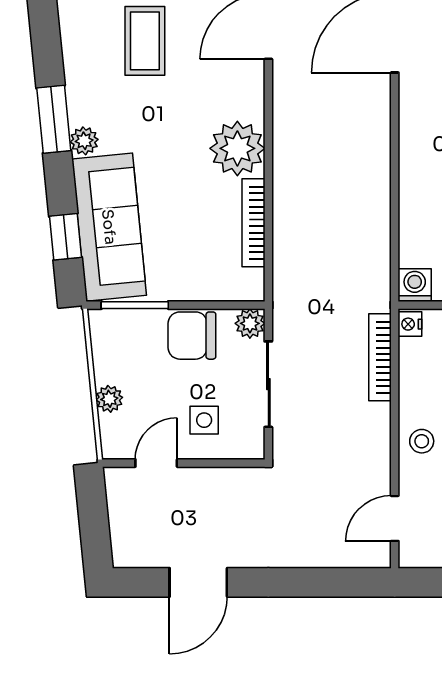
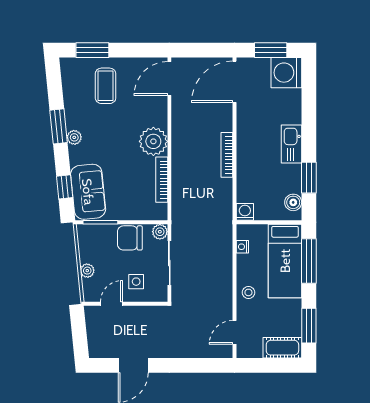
sofa: (109, 227) -> (88, 192), width x0.73
nightstand: (410, 324) -> (242, 247), moved
bookcase: (380, 357) -> (227, 155), moved

